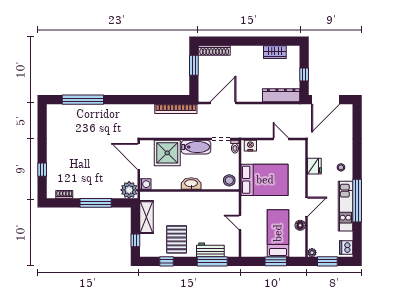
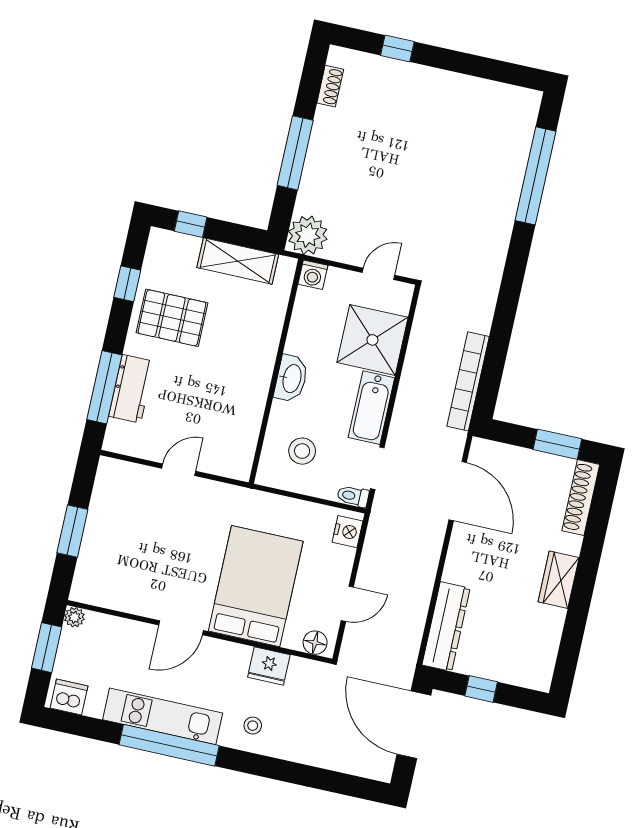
wardrobe: (275, 52) -> (559, 580), moved
door: (139, 157) -> (378, 274), width x0.53
stool: (229, 180) -> (302, 451), moved
bed: (265, 180) -> (256, 586), moved, turned 180
door: (306, 207) -> (181, 628), hinge flipped
floor lamp: (300, 225) -> (315, 643), moved
bed: (278, 233) -> (135, 550), removed

